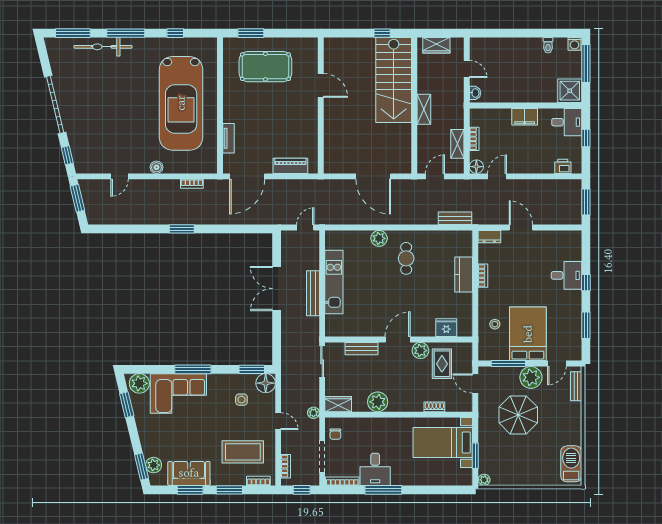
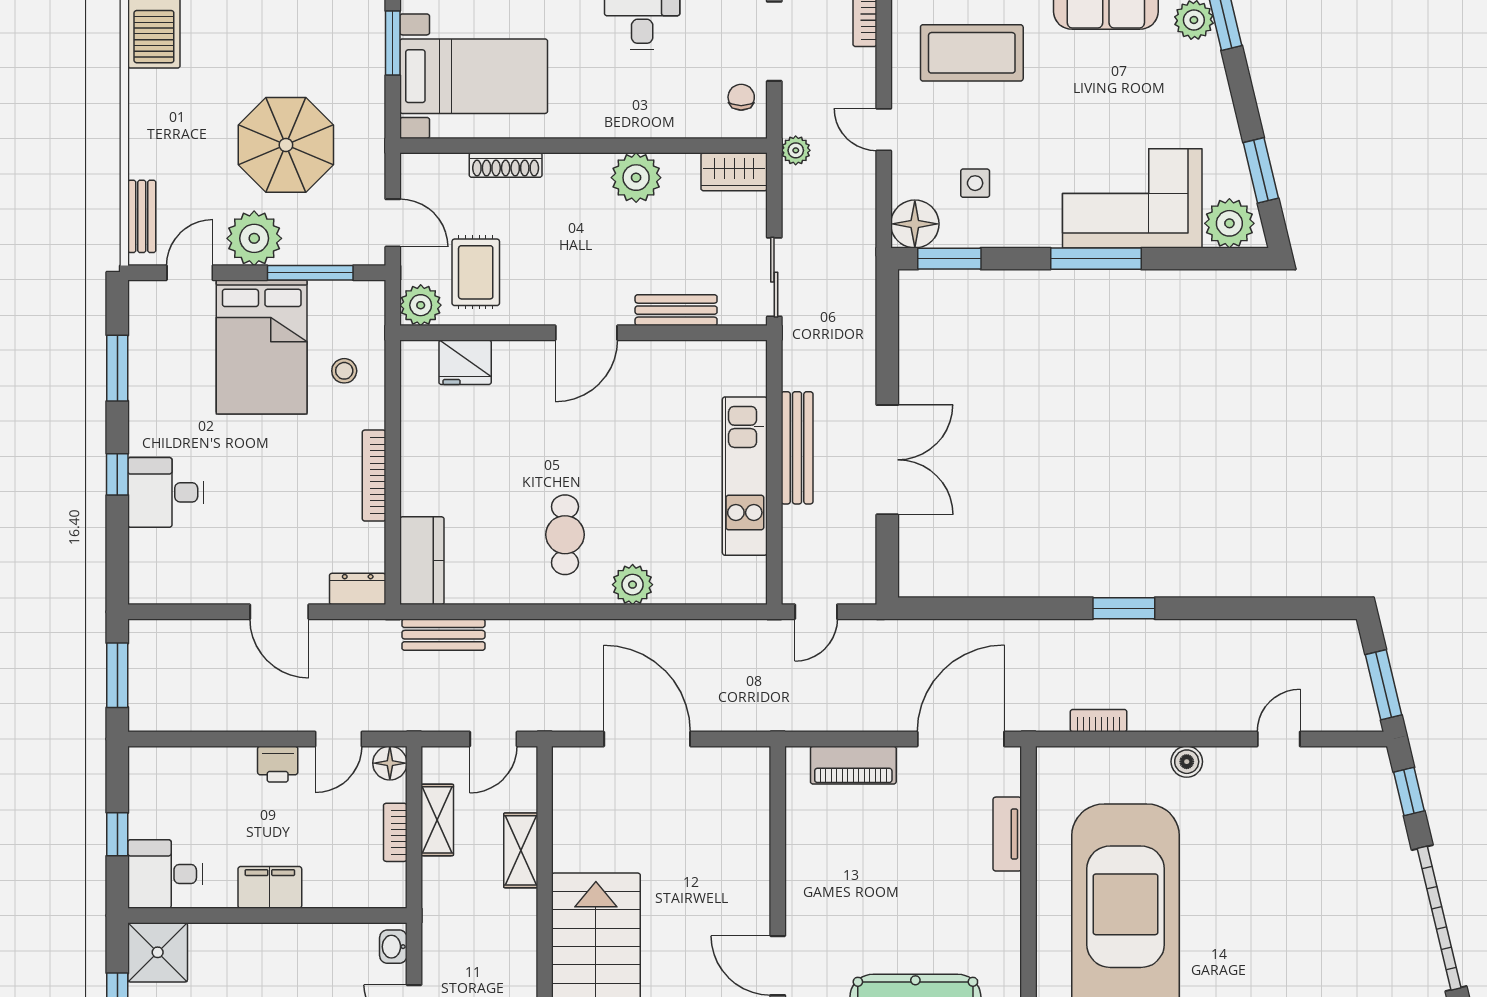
shelving: (424, 109) -> (521, 850), moved
printer: (563, 166) -> (278, 764), moved
kitchen counter: (464, 274) -> (422, 561), moved
bookcase: (483, 276) -> (374, 476), width x1.56
plant: (420, 351) -> (421, 305), moved
shoe rack: (434, 407) -> (506, 165), width x1.43

